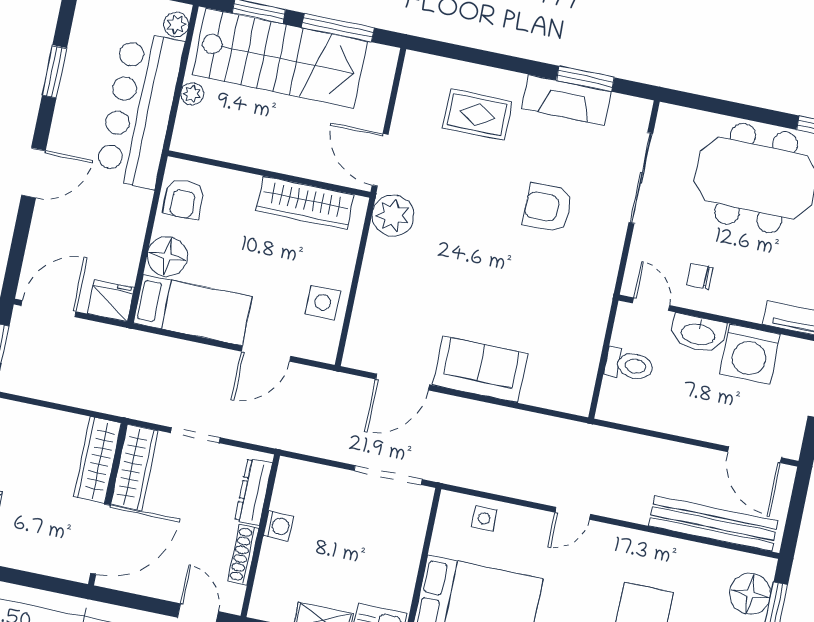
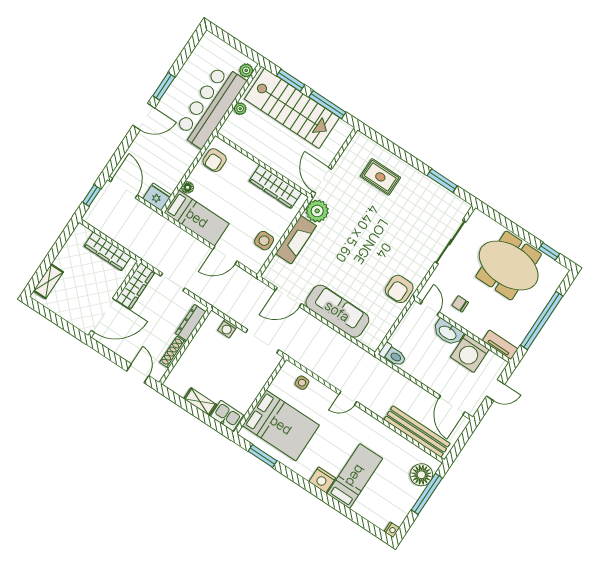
window: (54, 72) -> (164, 86), moved
fireplace: (566, 100) -> (296, 240), moved, turned -90
armchair: (548, 208) -> (399, 289), moved, turned -90
floor lamp: (167, 256) -> (188, 187), width x0.53, depth x0.53
door: (49, 309) -> (124, 188), hinge flipped
toilet: (629, 365) -> (393, 355), moved
sofa: (480, 369) -> (337, 311), width x1.36
wardrobe: (97, 460) -> (107, 251), moved, turned -90
washing machine: (279, 526) -> (227, 329), moved, turned 90

